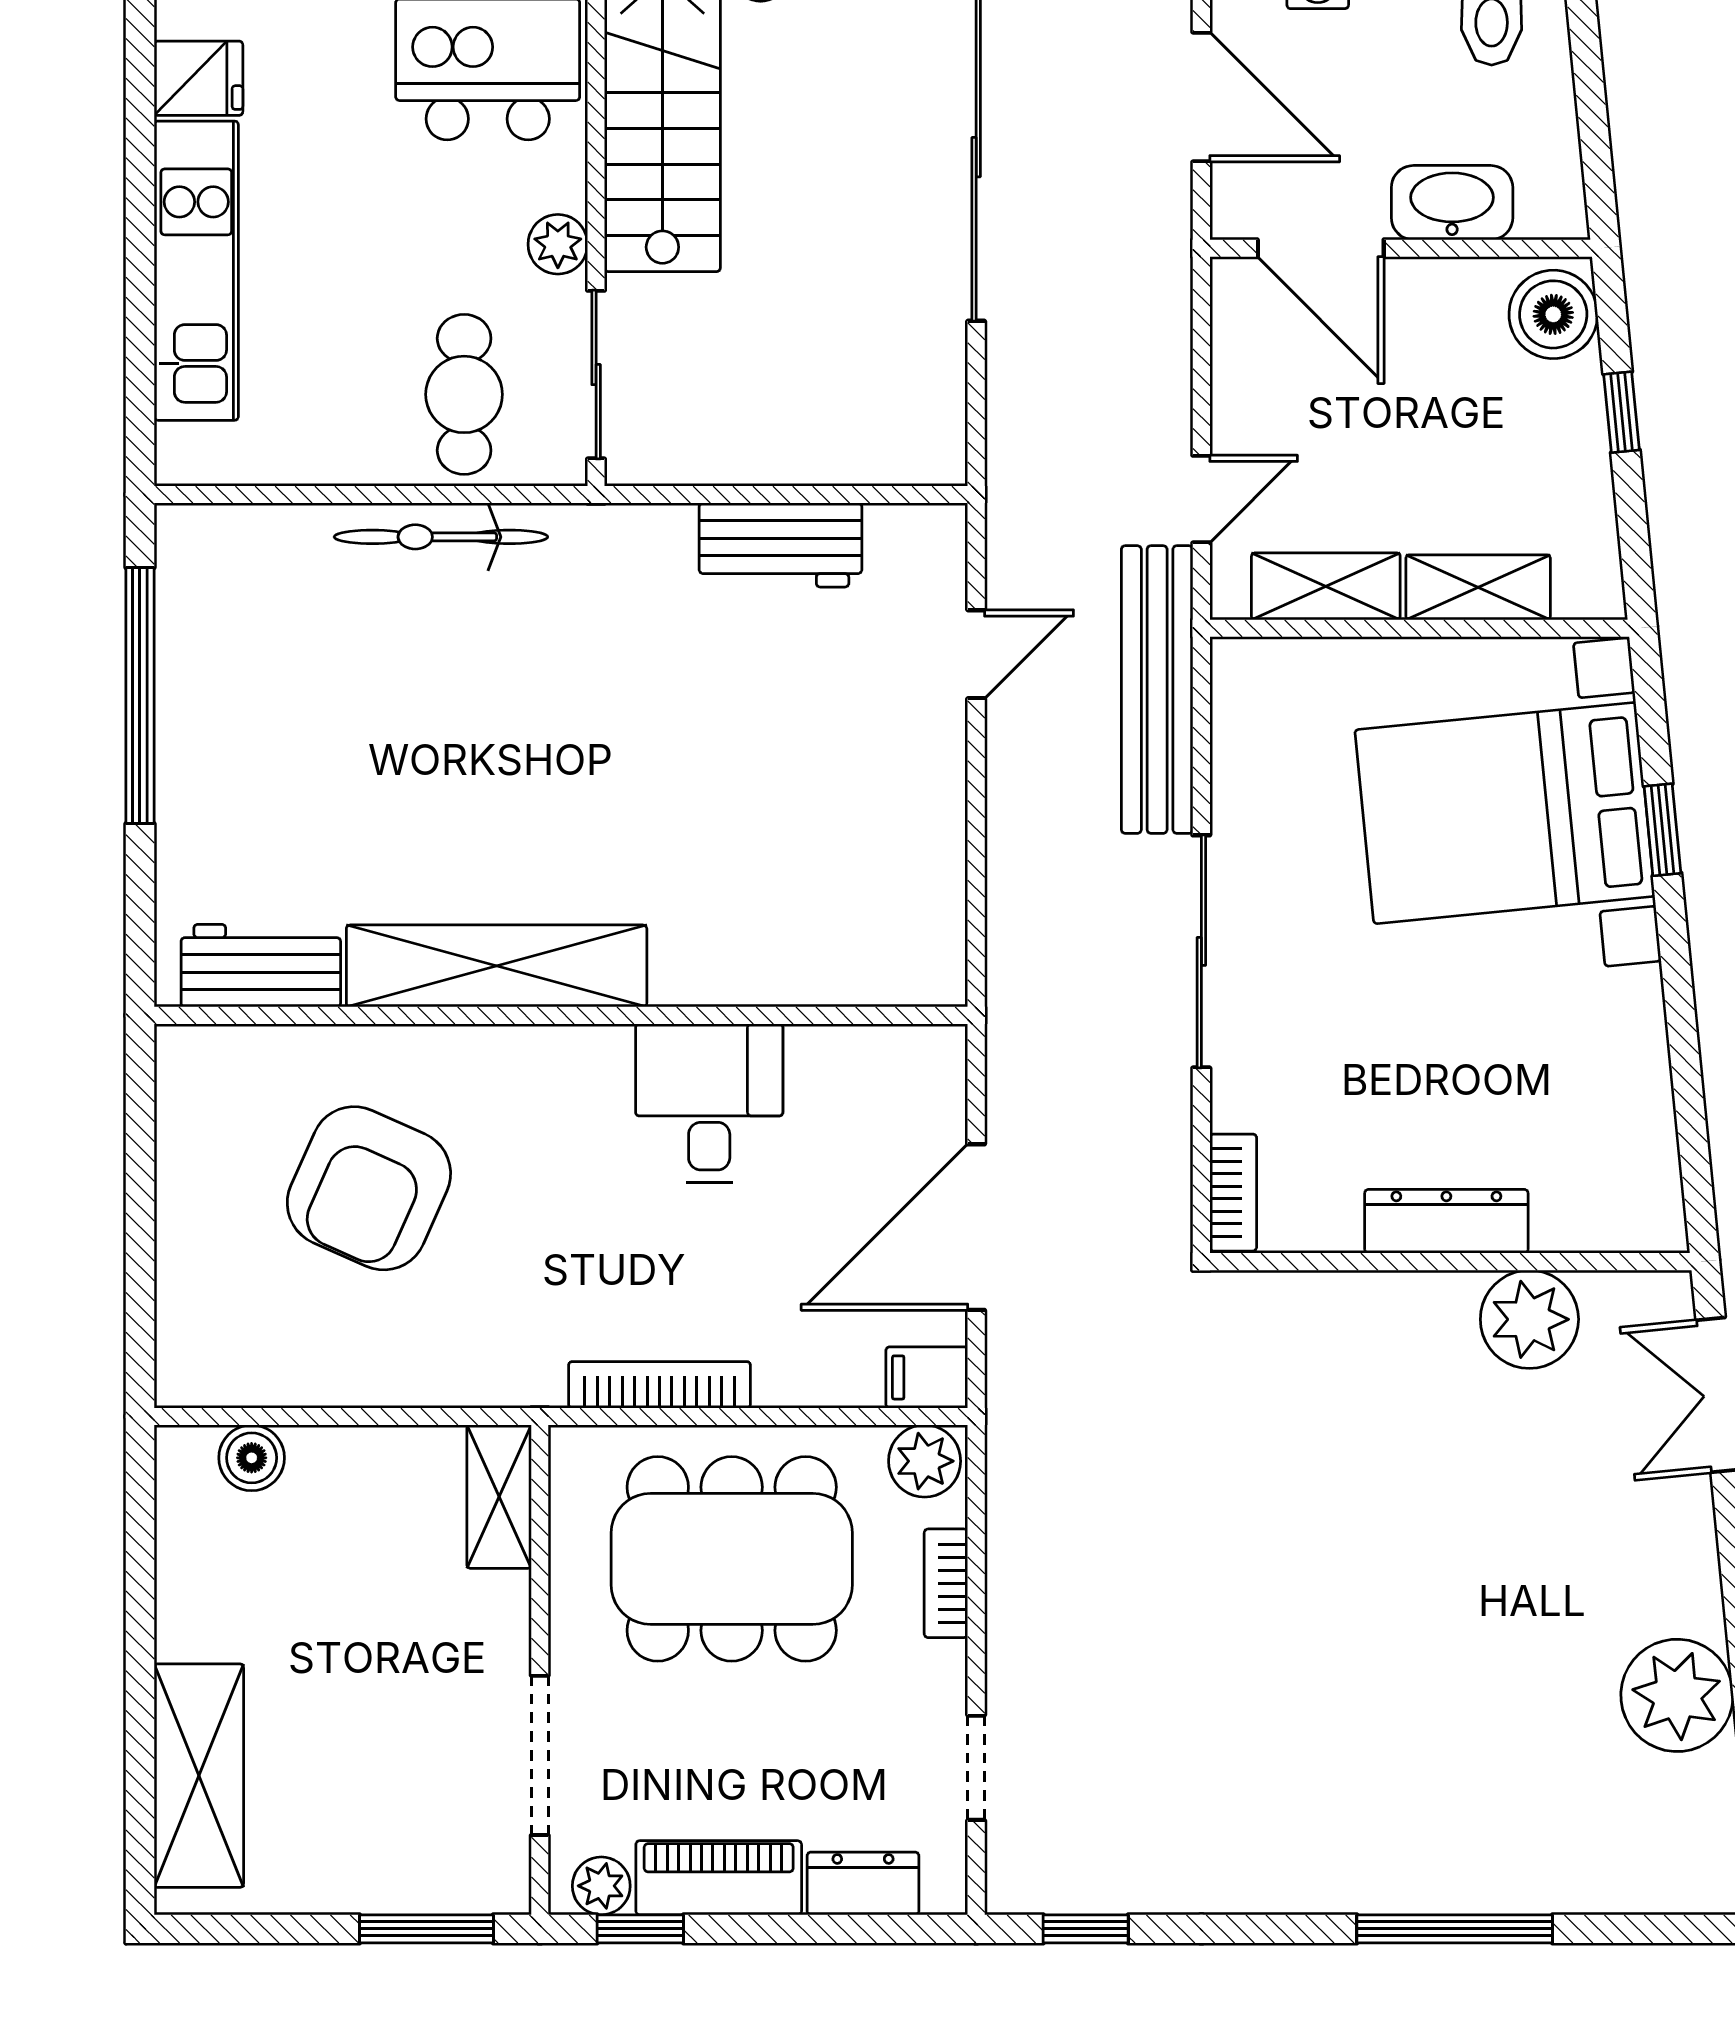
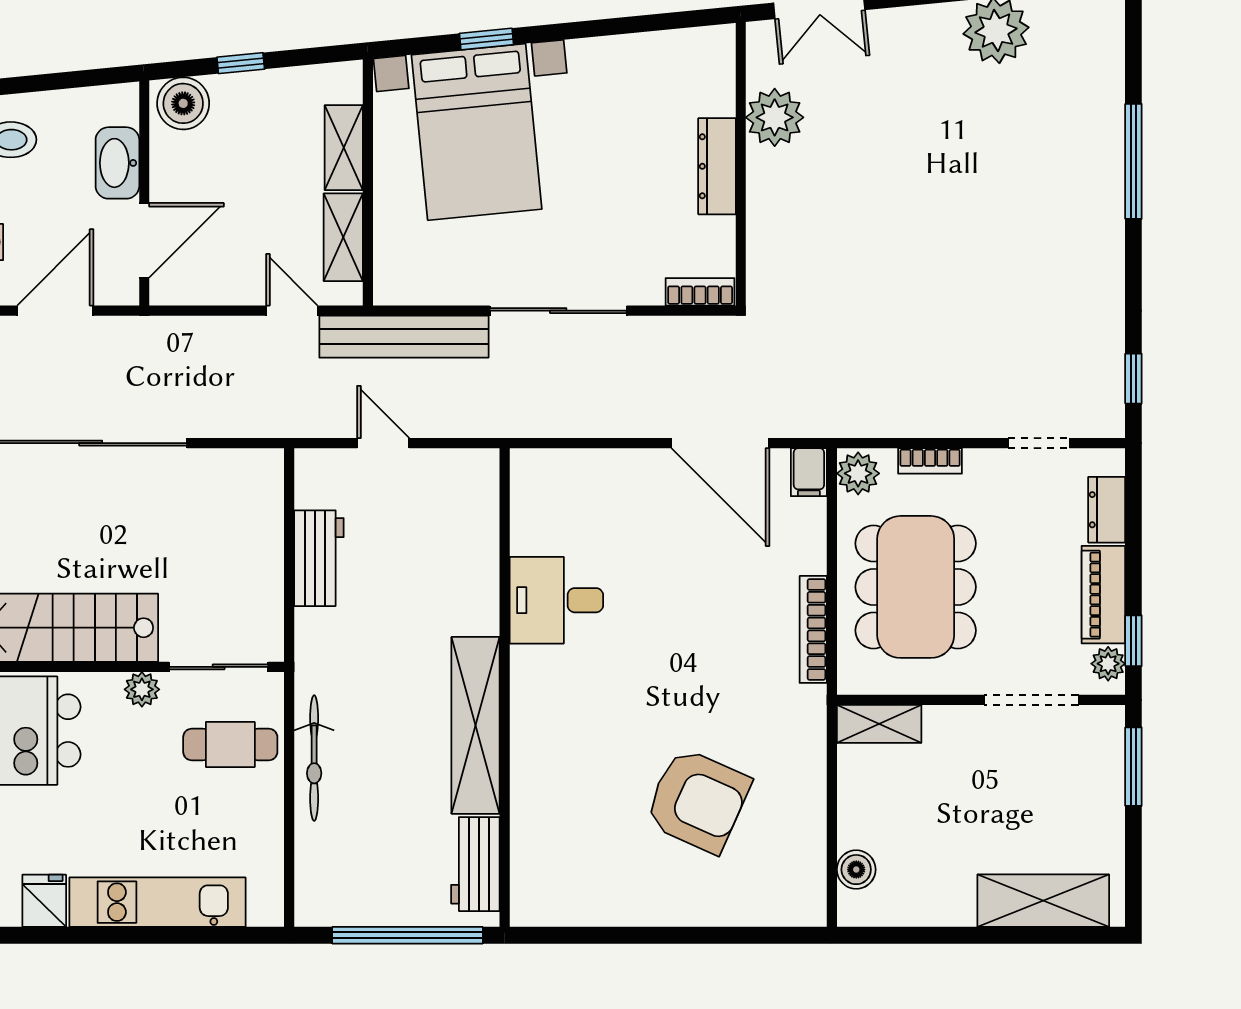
workbench: (261, 966) -> (475, 864), moved
shelving: (497, 966) -> (476, 725), moved
wall: (561, 1015) -> (505, 688), moved
desk: (709, 1103) -> (556, 600), moved

